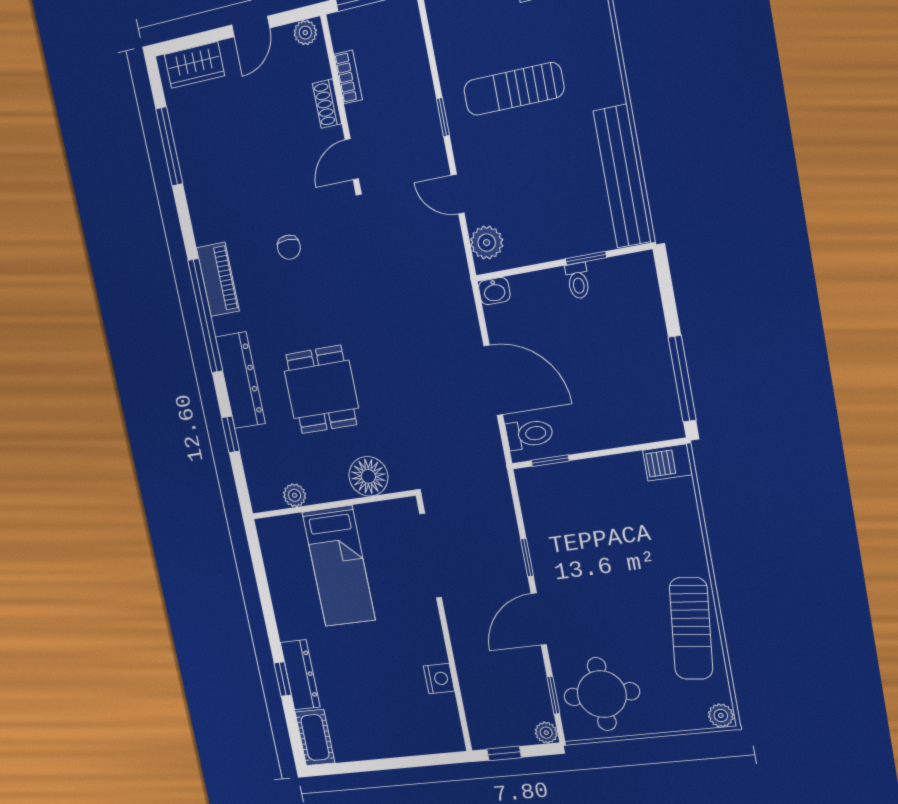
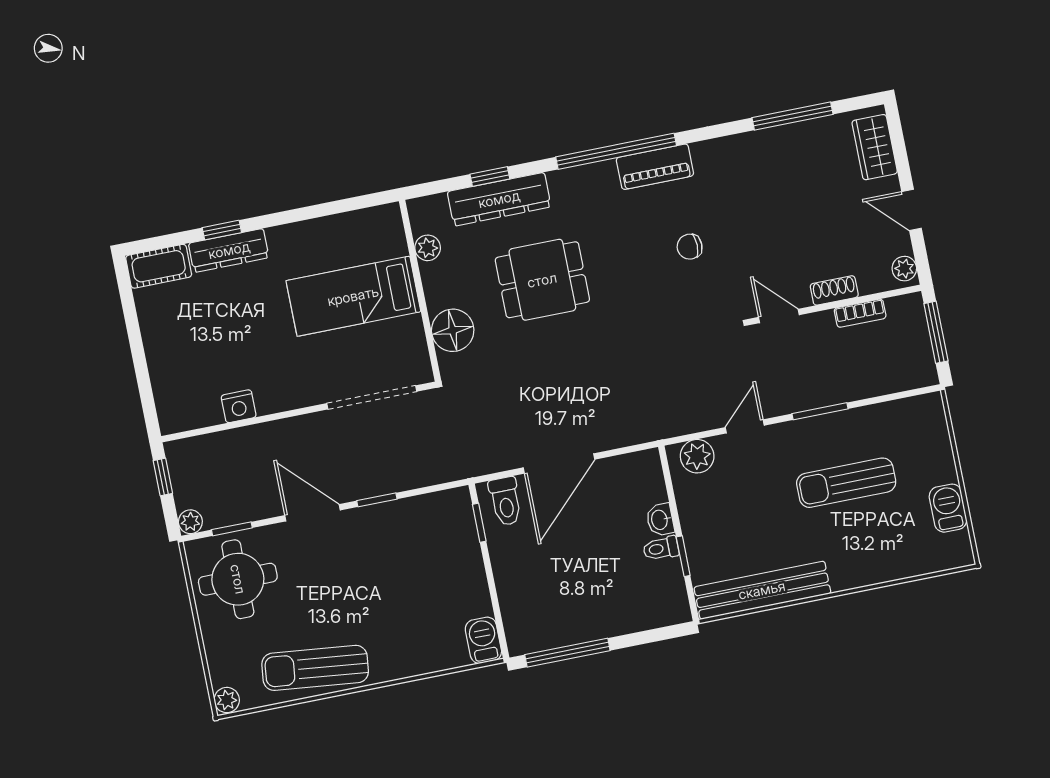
sun lounger: (514, 89) -> (846, 483), turned -90
window: (443, 117) -> (820, 411), width x1.50
washbasin: (494, 291) -> (660, 520), moved
dresser: (240, 380) -> (499, 199), moved

